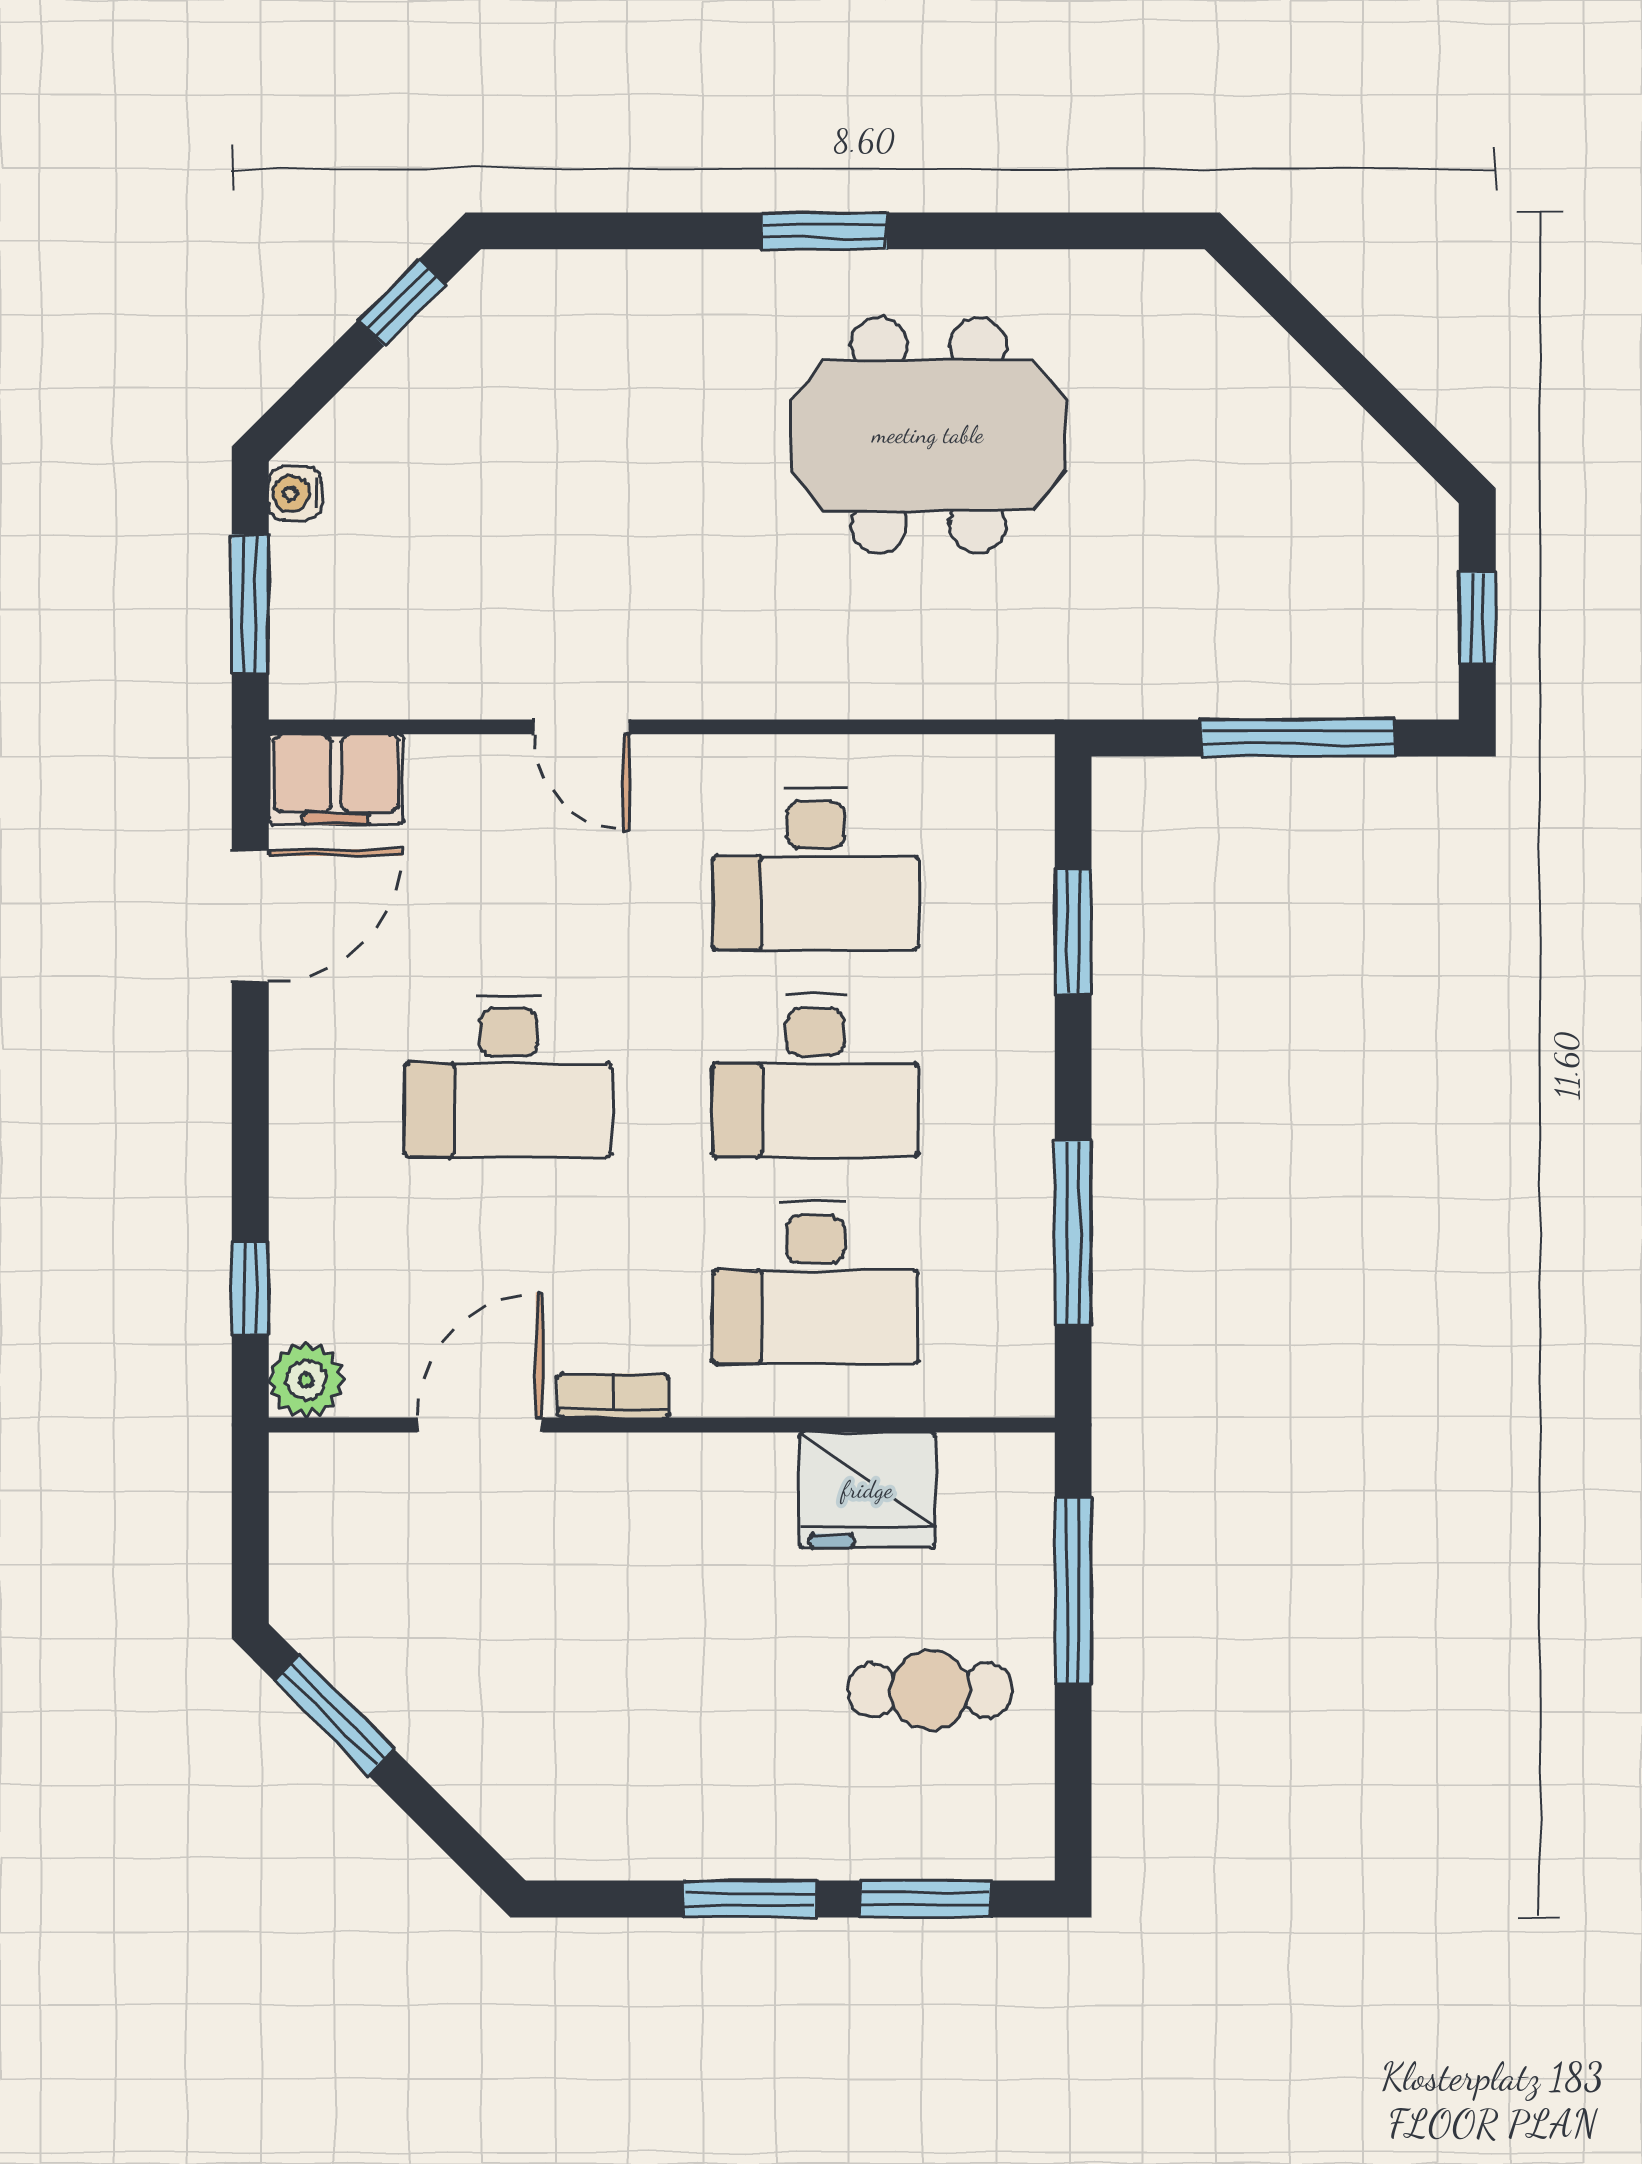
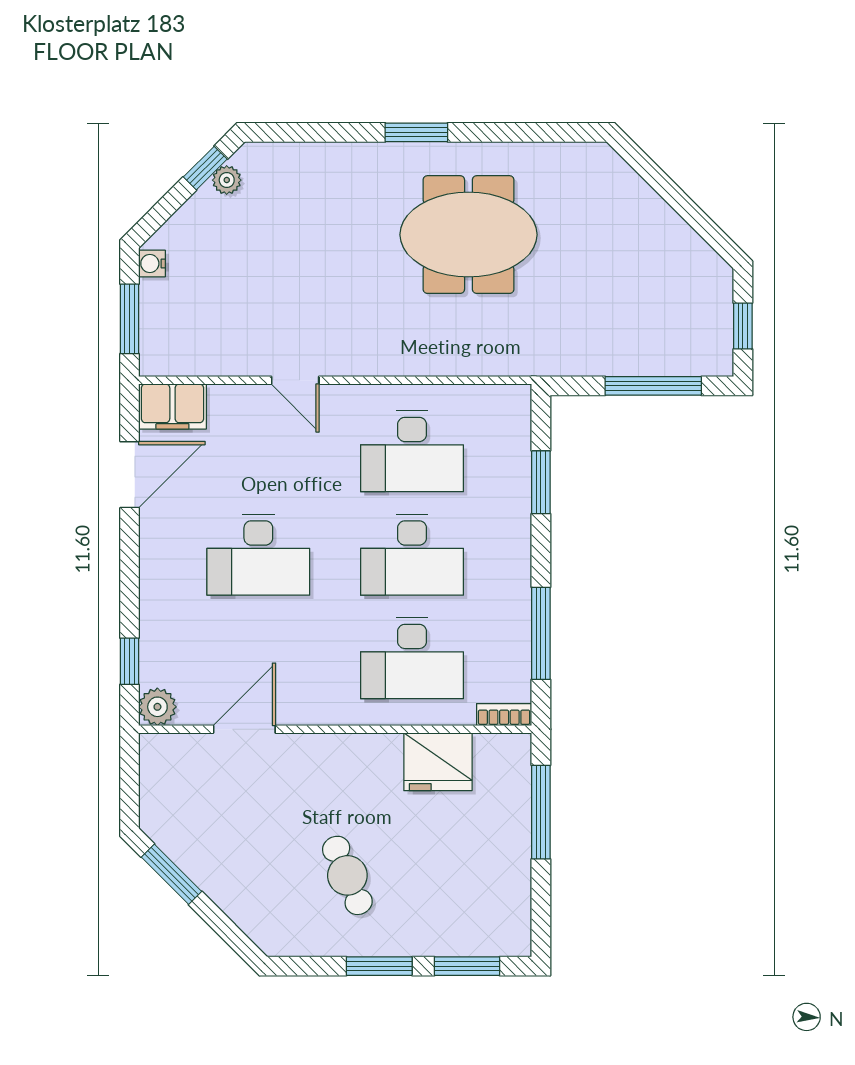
plant: (445, 326) -> (227, 180), added
bookcase: (614, 1396) -> (504, 715), moved
cafe table: (930, 1690) -> (347, 875), moved, turned 67

